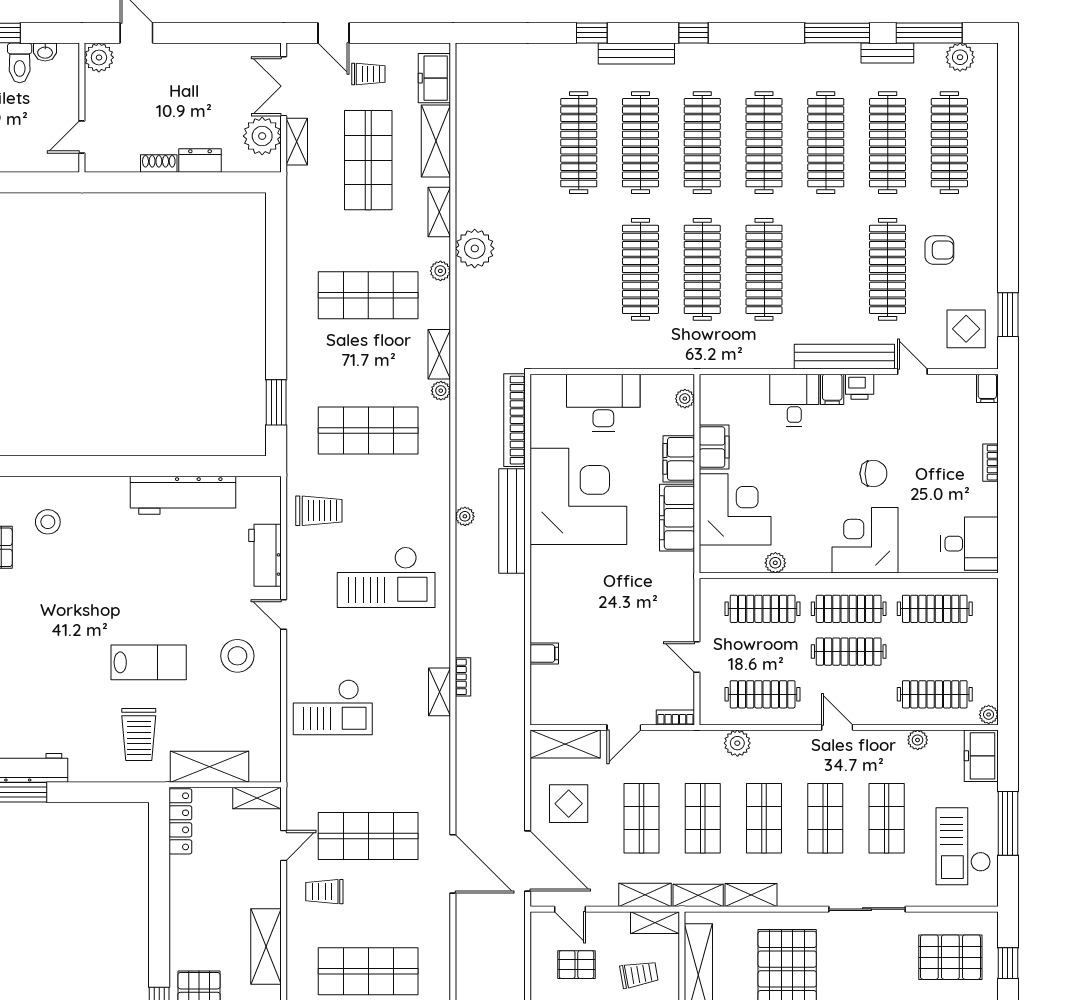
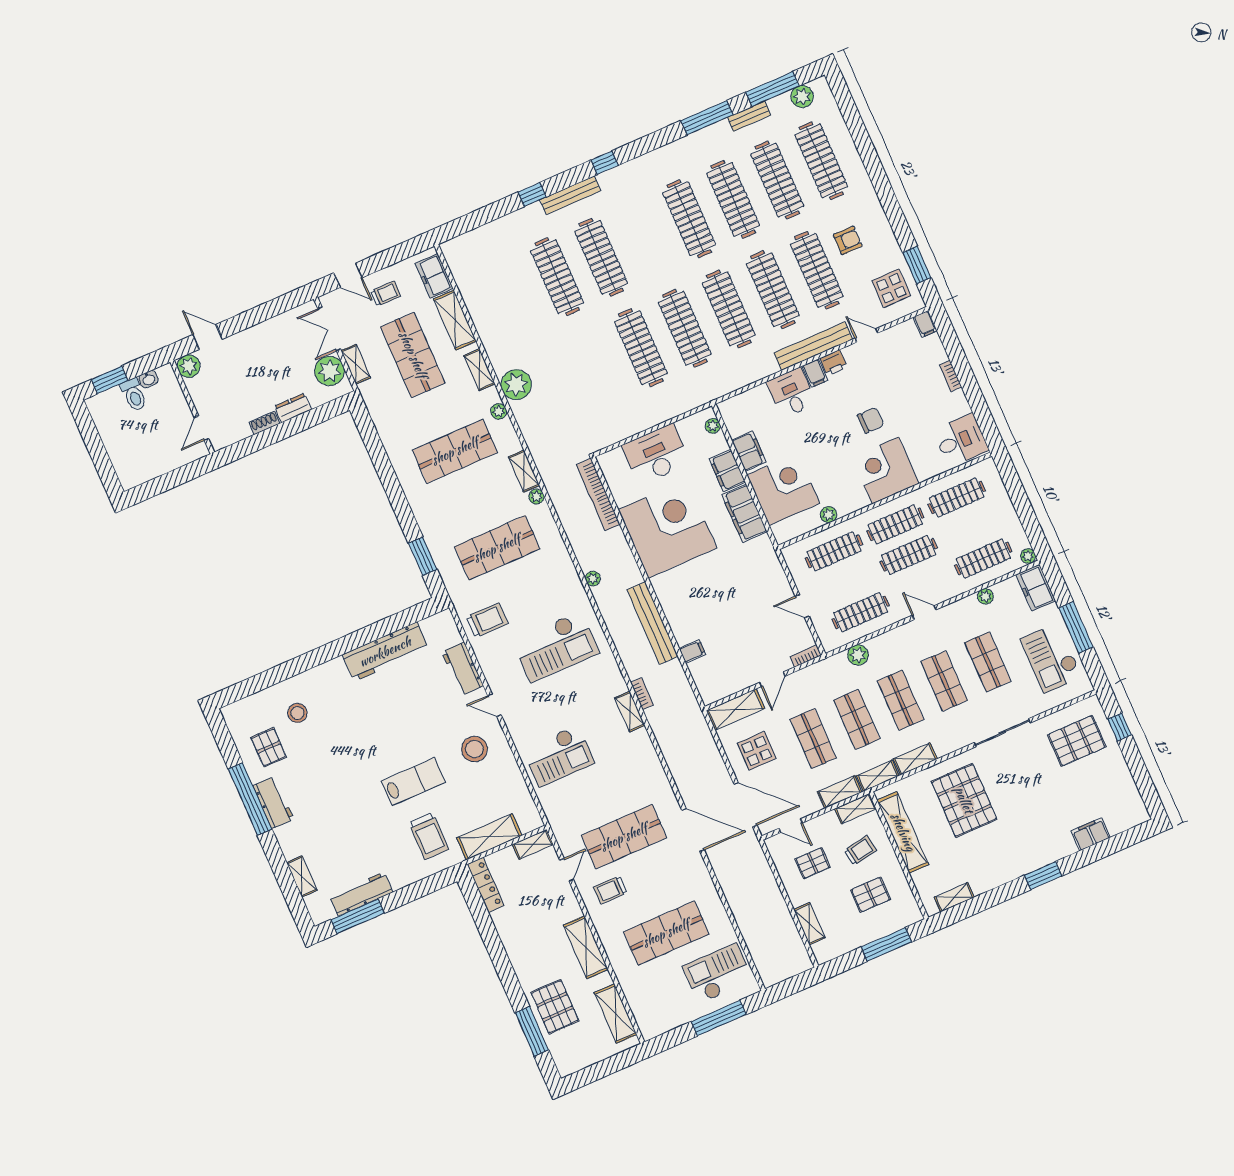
clothes rail: (702, 143) -> (773, 290), moved
bench: (512, 521) -> (652, 623), moved

